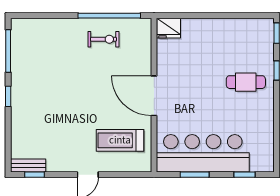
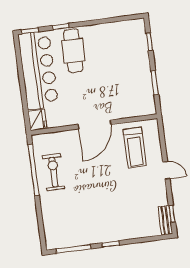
exercise bike: (103, 39) -> (54, 172), width x1.38, depth x1.39
cafe table: (246, 82) -> (73, 51), width x1.37, depth x1.35
bar counter: (203, 153) -> (38, 70), moved, turned 180

